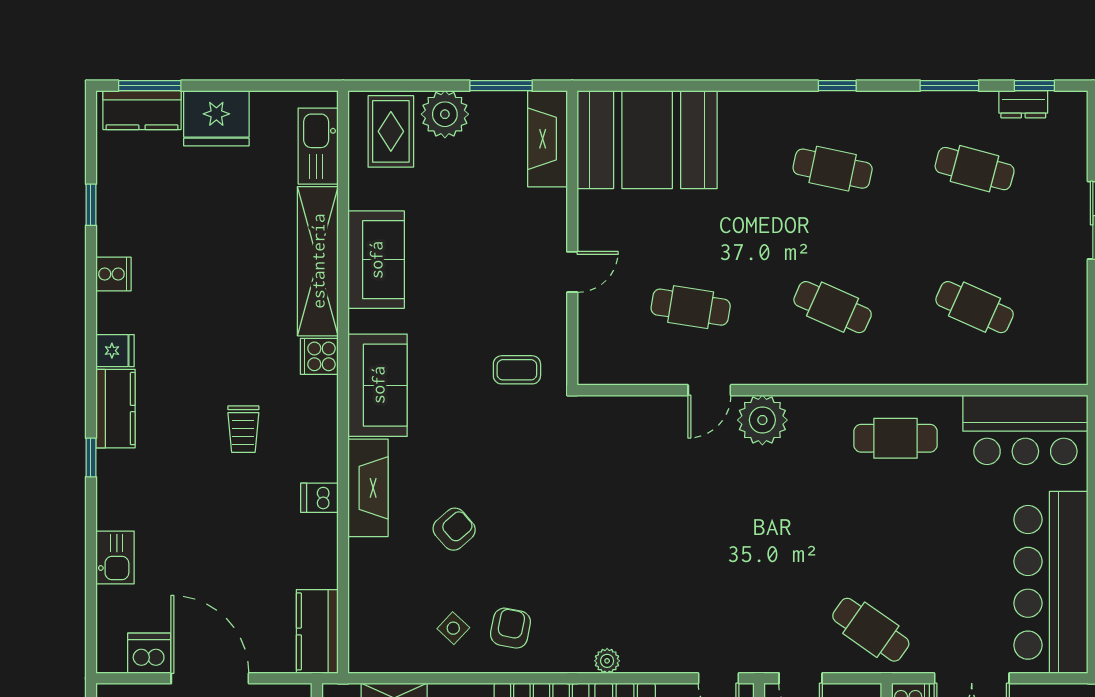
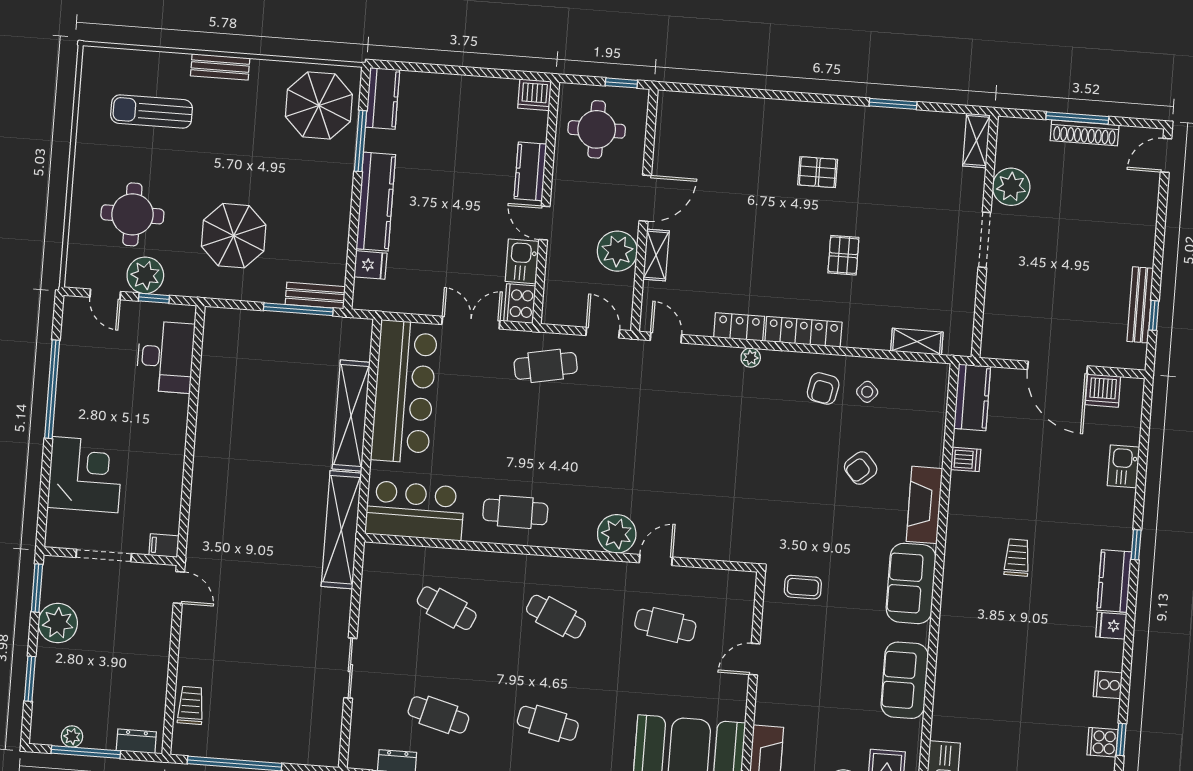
shelving: (318, 261) -> (950, 682), removed
cooker: (319, 356) -> (1102, 742), moved, turned 180
dishwasher: (319, 498) -> (966, 459), moved
cafe table: (871, 630) -> (546, 366), turned -46

